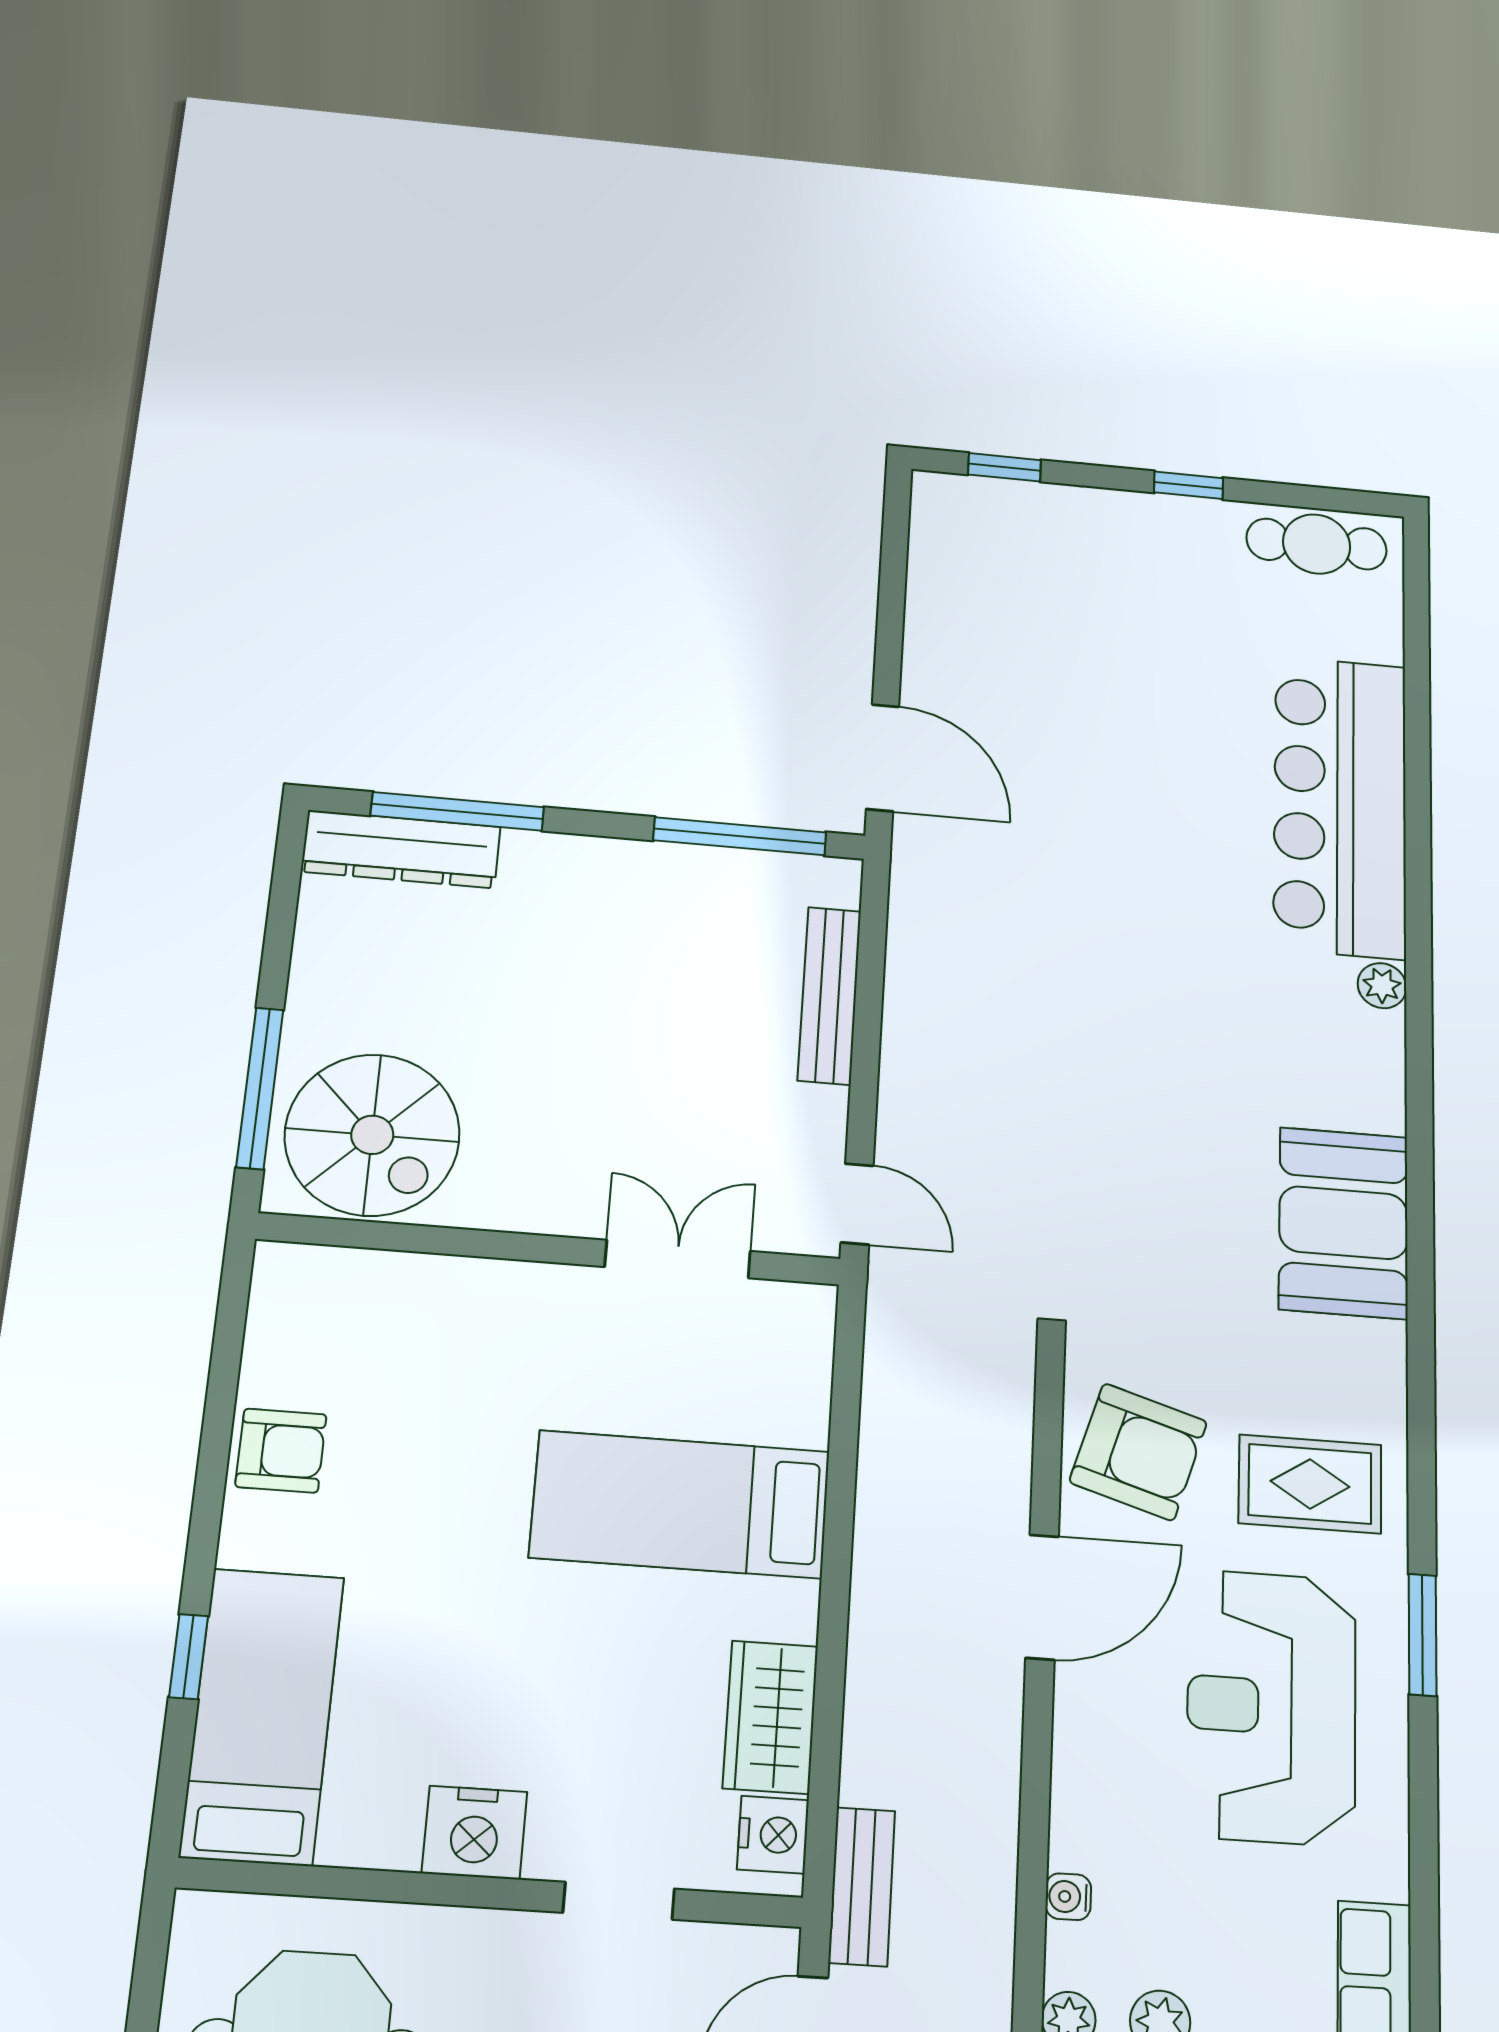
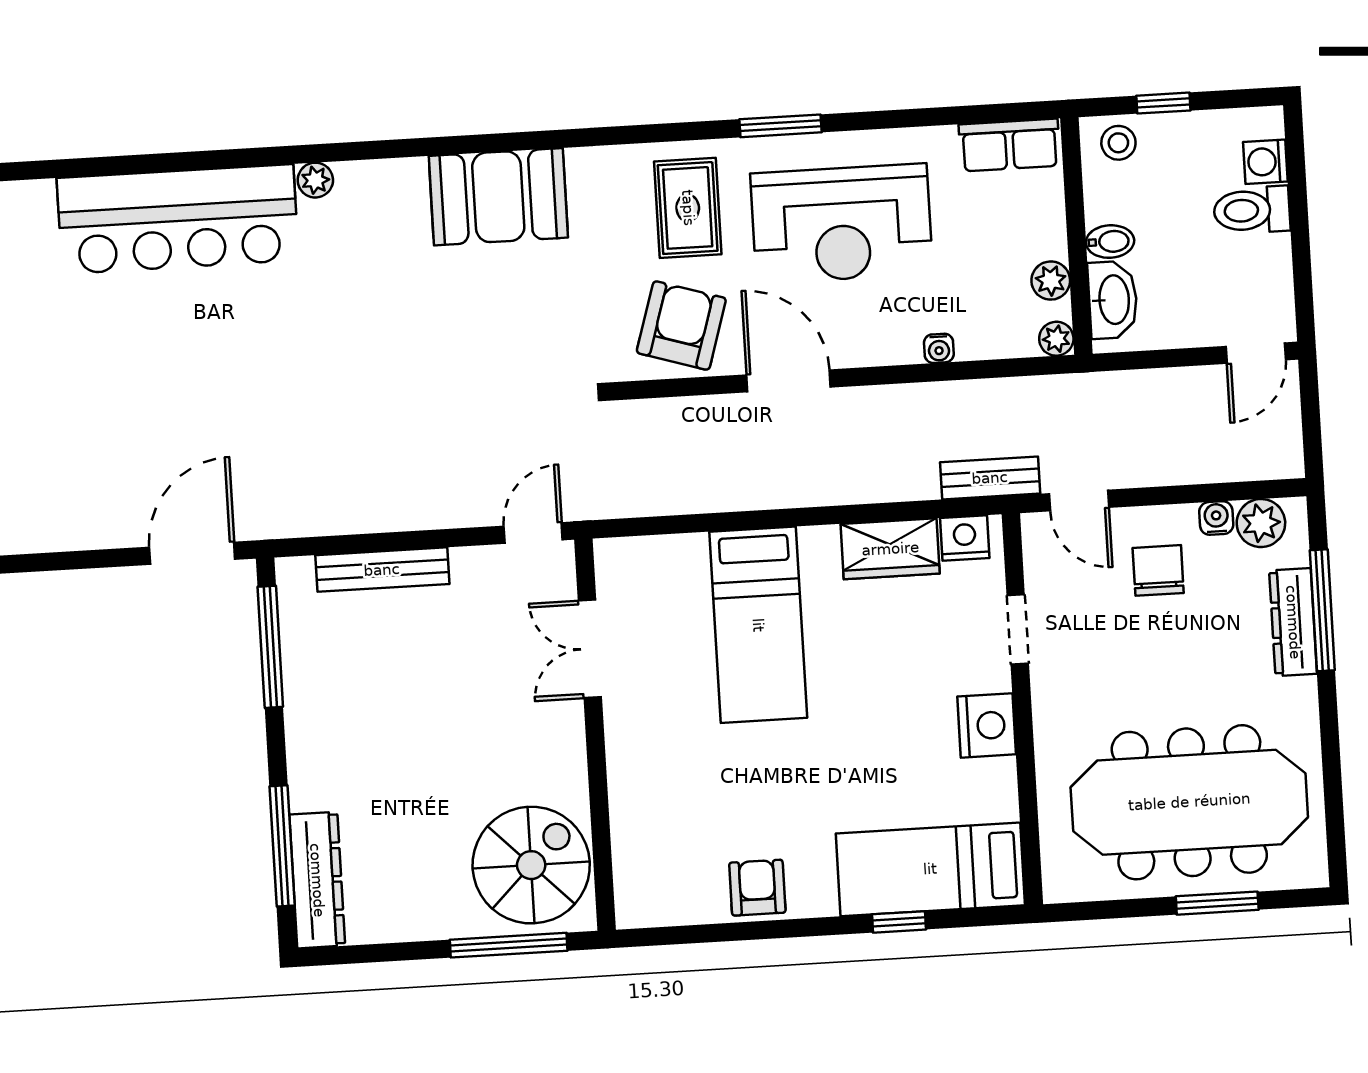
water cooler: (1068, 1897) -> (939, 348), moved

